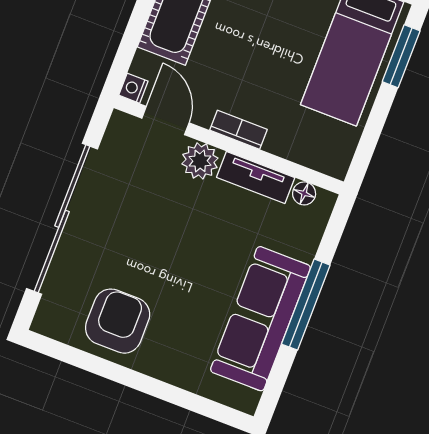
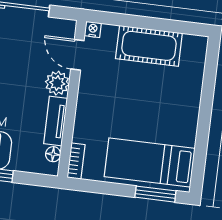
door: (165, 121) -> (77, 55), swing flipped
bookcase: (238, 130) -> (76, 161), moved

